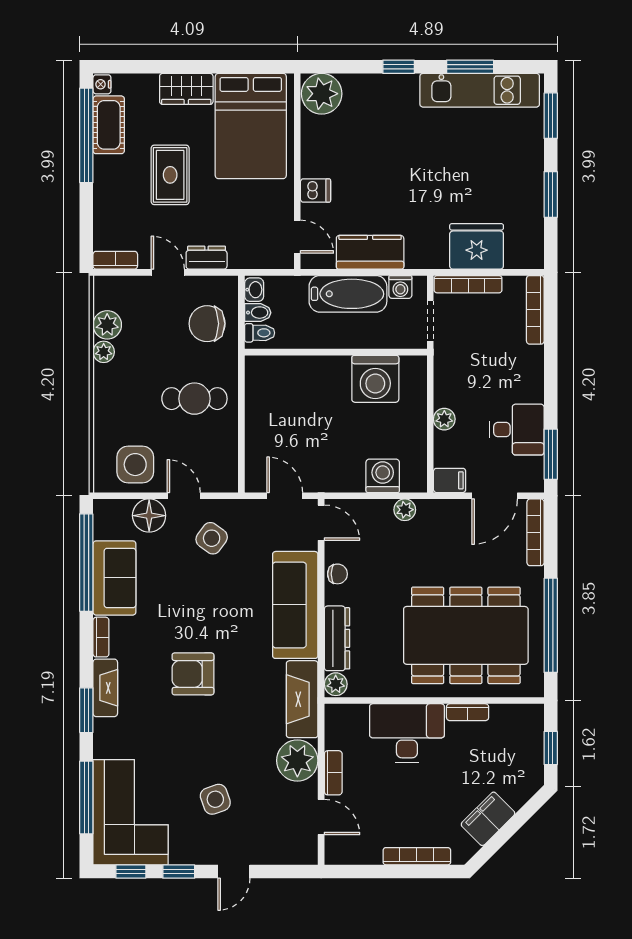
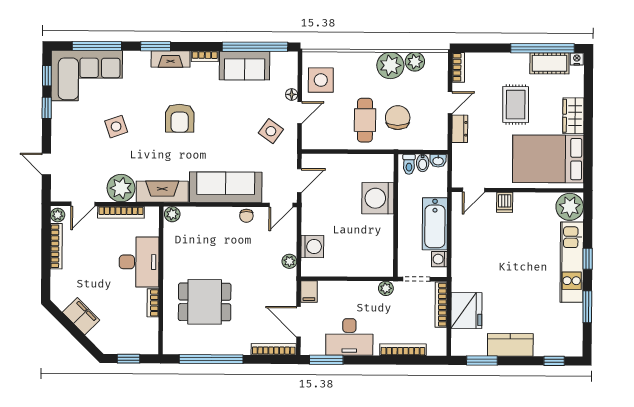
kitchen unit: (480, 90) -> (572, 262), moved
window: (551, 116) -> (554, 361), width x0.67
rug: (170, 175) -> (516, 105), turned 90
window: (551, 194) -> (482, 361), moved
kitchen counter: (370, 252) -> (510, 345), moved, turned -90
bookcase: (535, 310) -> (403, 350), moved
chair: (207, 324) -> (398, 118), moved
plant: (104, 352) -> (390, 65), width x1.88, depth x1.88
washing machine: (375, 379) -> (378, 198), moved
plant: (444, 419) -> (386, 288), moved
desk: (517, 430) -> (349, 337), width x1.37
floor lamp: (149, 516) -> (292, 94), width x0.53, depth x0.53
dining table: (466, 635) -> (205, 302), width x0.53, depth x0.80
dresser: (337, 638) -> (203, 215), removed
armchair: (193, 674) -> (180, 118), turned 180
bookcase: (333, 773) -> (121, 212), width x1.56
side table: (215, 799) -> (116, 127), moved
plant: (338, 854) -> (58, 215), added
bookcase: (417, 856) -> (56, 246), moved
door: (234, 872) -> (46, 164), moved

